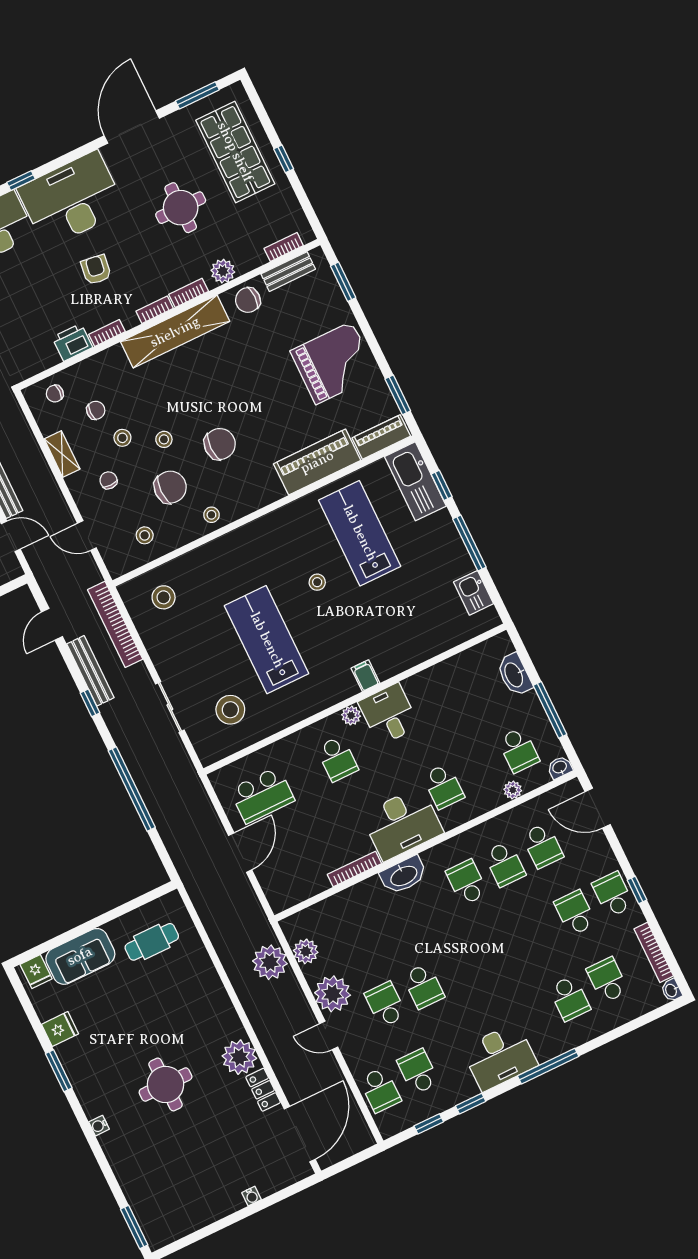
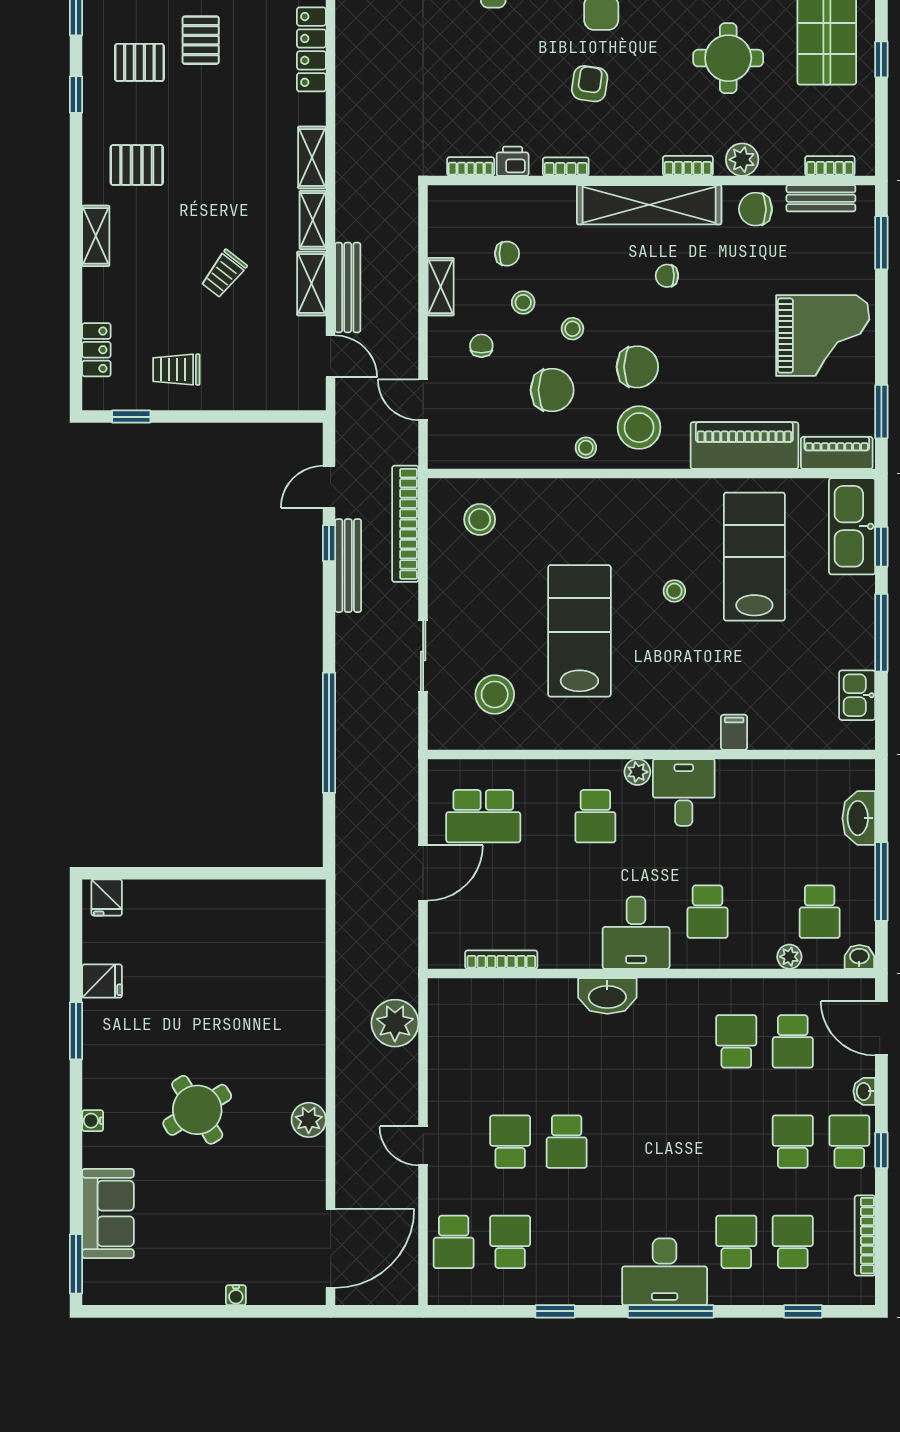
bookcase: (155, 310) -> (471, 166), moved
printer: (72, 342) -> (513, 161), width x0.73, depth x0.81
chair: (55, 394) -> (667, 276), moved
stool: (145, 535) -> (639, 428), moved, width x1.89, depth x1.89
filing cabinet: (365, 676) -> (734, 732), moved
window: (90, 703) -> (329, 543), moved
desk: (402, 824) -> (636, 933), width x0.73
school desk: (505, 864) -> (736, 1041), turned 180
bookcase: (354, 869) -> (501, 960), moved
school desk: (467, 882) -> (680, 1041), removed
cafe table: (152, 942) -> (264, 929), removed
plant: (306, 951) -> (445, 1031), removed
sofa: (80, 956) -> (108, 1213), moved, turned -90
washbasin: (671, 990) -> (864, 1091), moved
plant: (333, 994) -> (452, 1098), removed
school desk: (570, 998) -> (736, 1242), turned 180
plant: (239, 1057) -> (309, 1120), width x0.73, depth x0.73
desk: (500, 1057) -> (665, 1272), moved
round table: (166, 1084) -> (197, 1110), turned -32
locker: (263, 1090) -> (312, 1173), removed
window: (429, 1124) -> (803, 1311), moved

